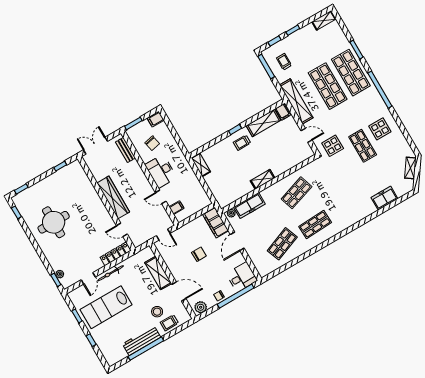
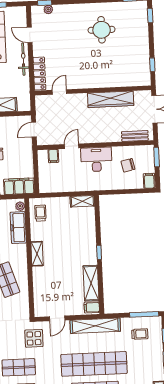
shop shelf: (328, 86) -> (94, 364), width x1.40
trolley: (242, 143) -> (40, 213), moved
wardrobe: (113, 197) -> (111, 99), moved
round table: (54, 222) -> (102, 30), width x0.73, depth x0.73

